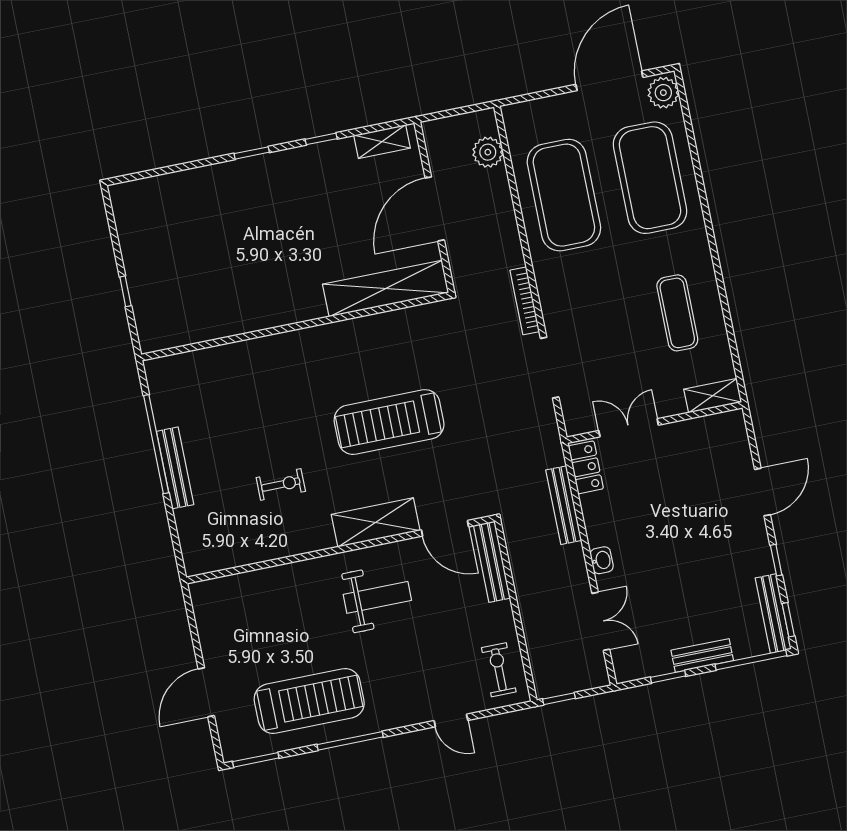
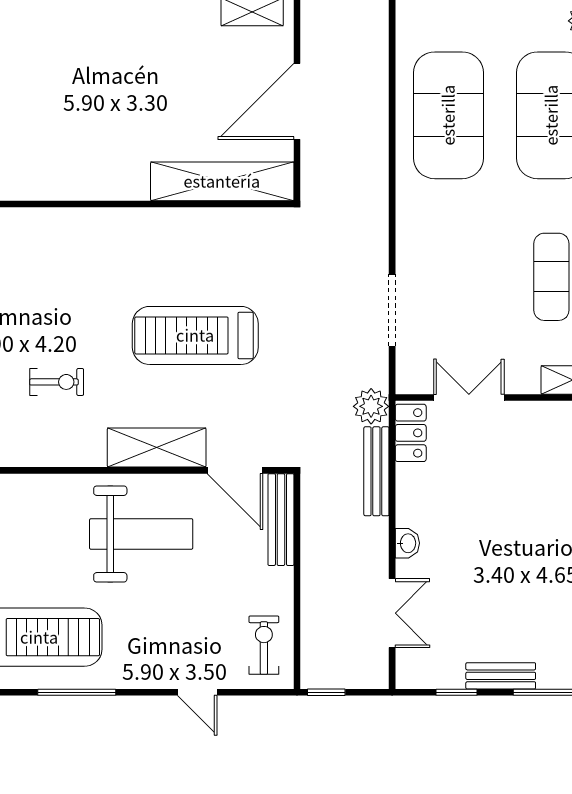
plant: (488, 152) -> (371, 406), moved
bookcase: (525, 301) -> (379, 228), removed
weight bench: (377, 597) -> (141, 534), width x1.36, depth x1.33

